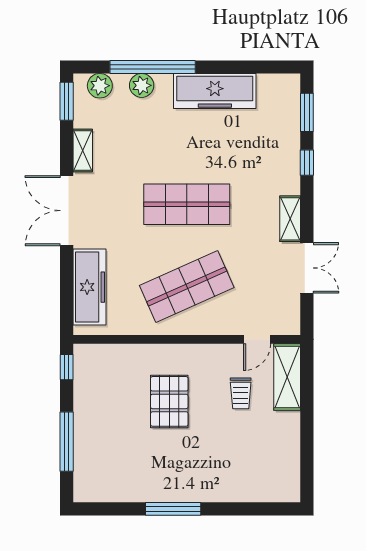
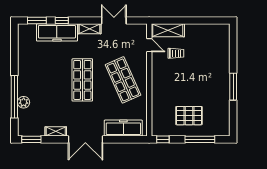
plant: (100, 86) -> (24, 123), removed
freezer: (215, 91) -> (57, 32), moved, turned 90
pallet: (169, 401) -> (189, 116), moved

